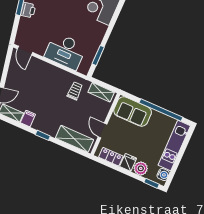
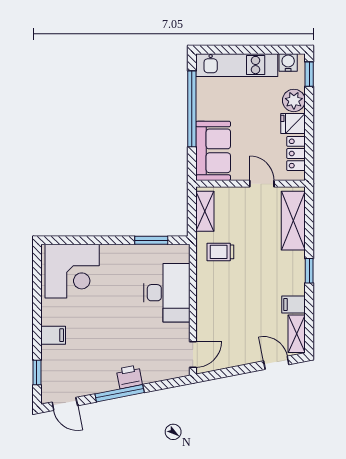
door: (103, 130) -> (262, 184), swing flipped

